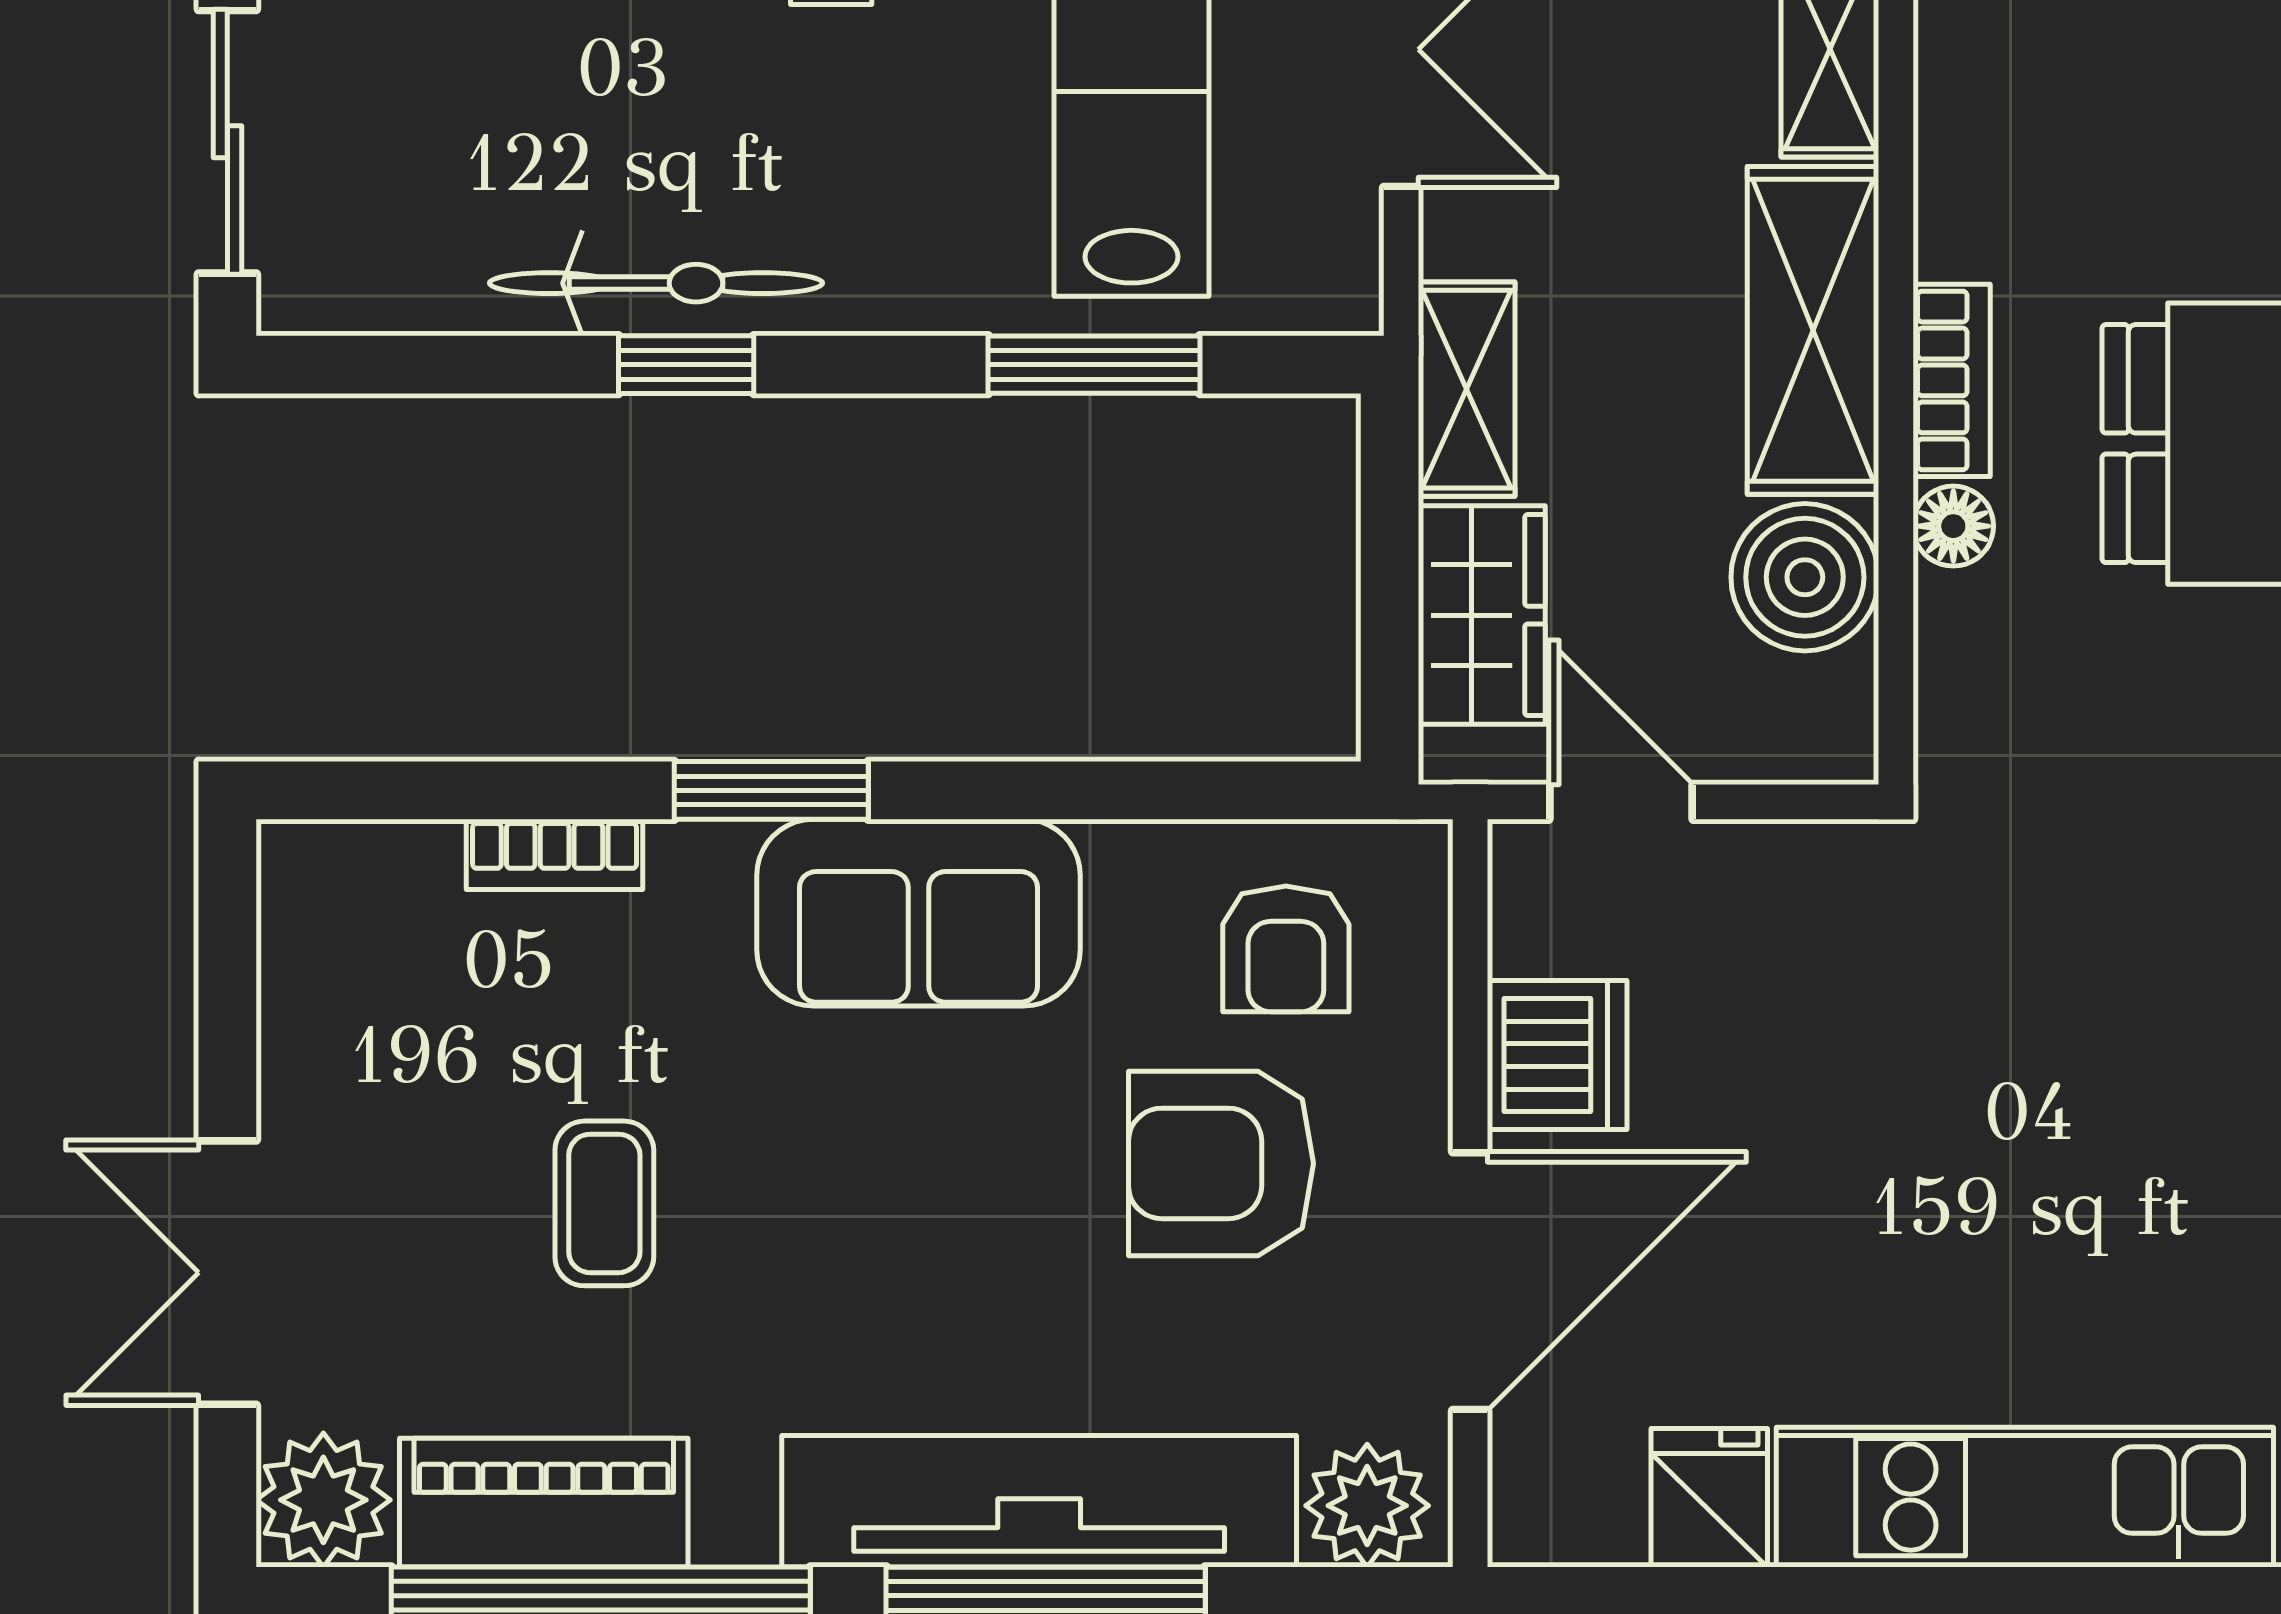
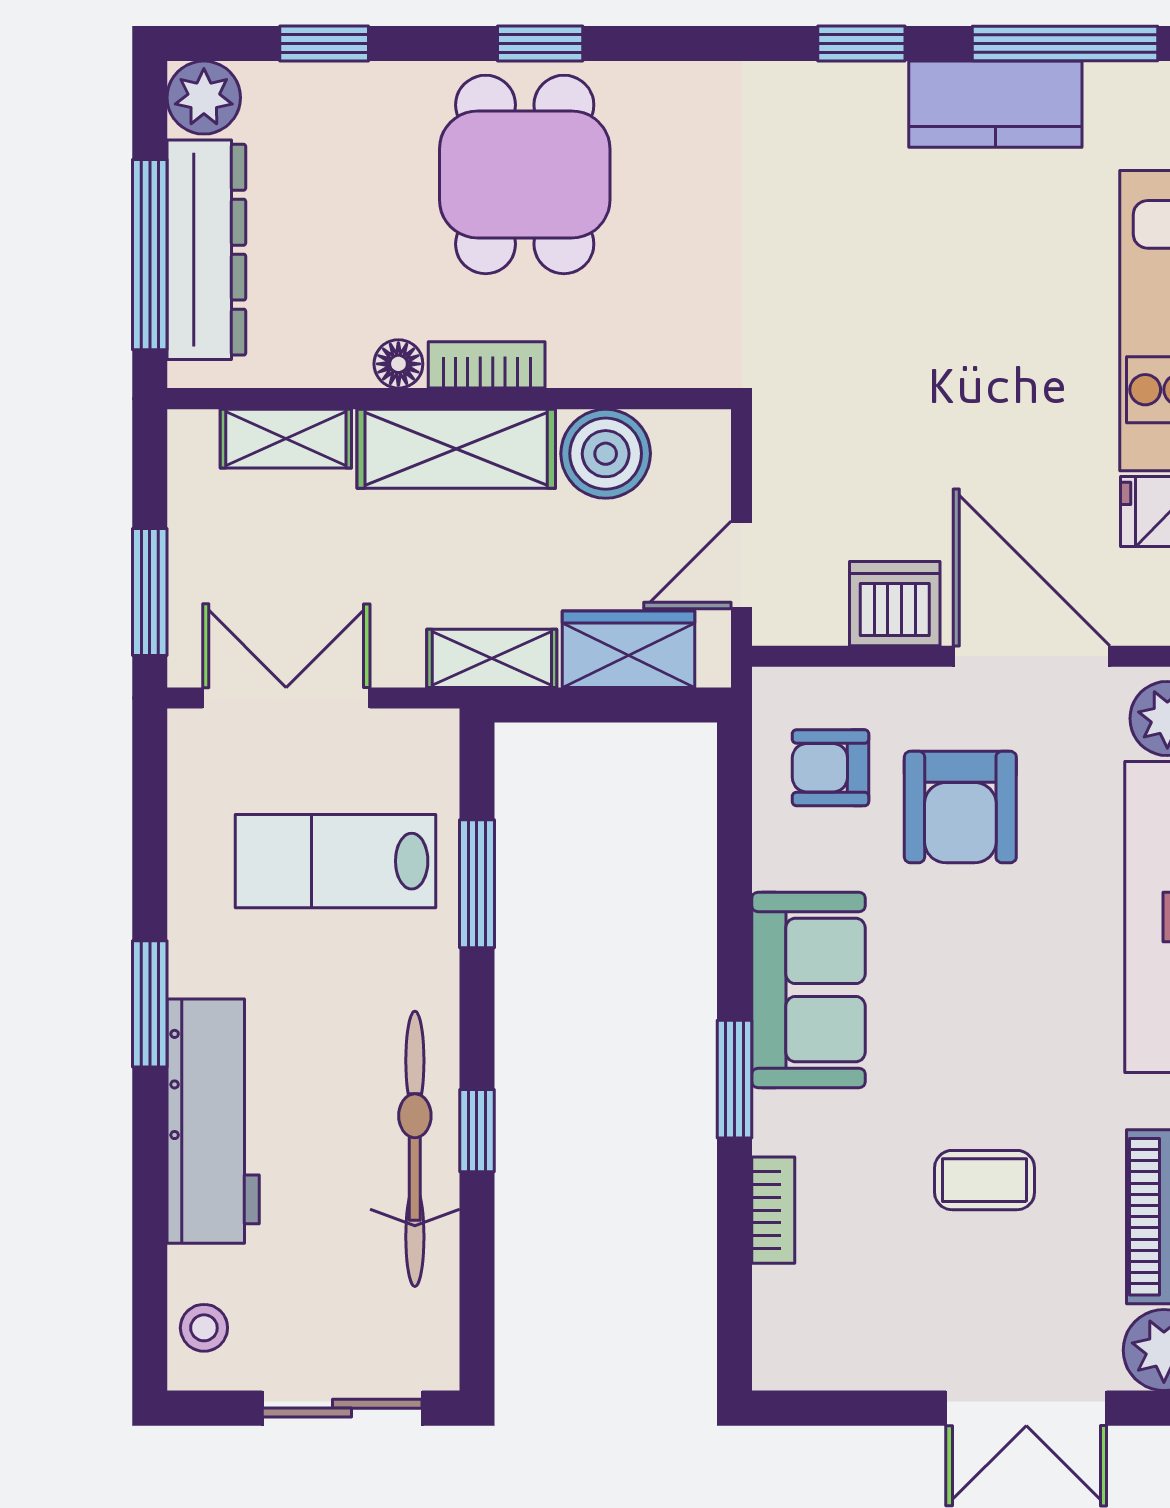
bicycle: (656, 283) -> (415, 1149), width x1.37, depth x1.40
floor lamp: (1953, 526) -> (398, 364), moved
armchair: (1286, 949) -> (831, 768), turned 180

